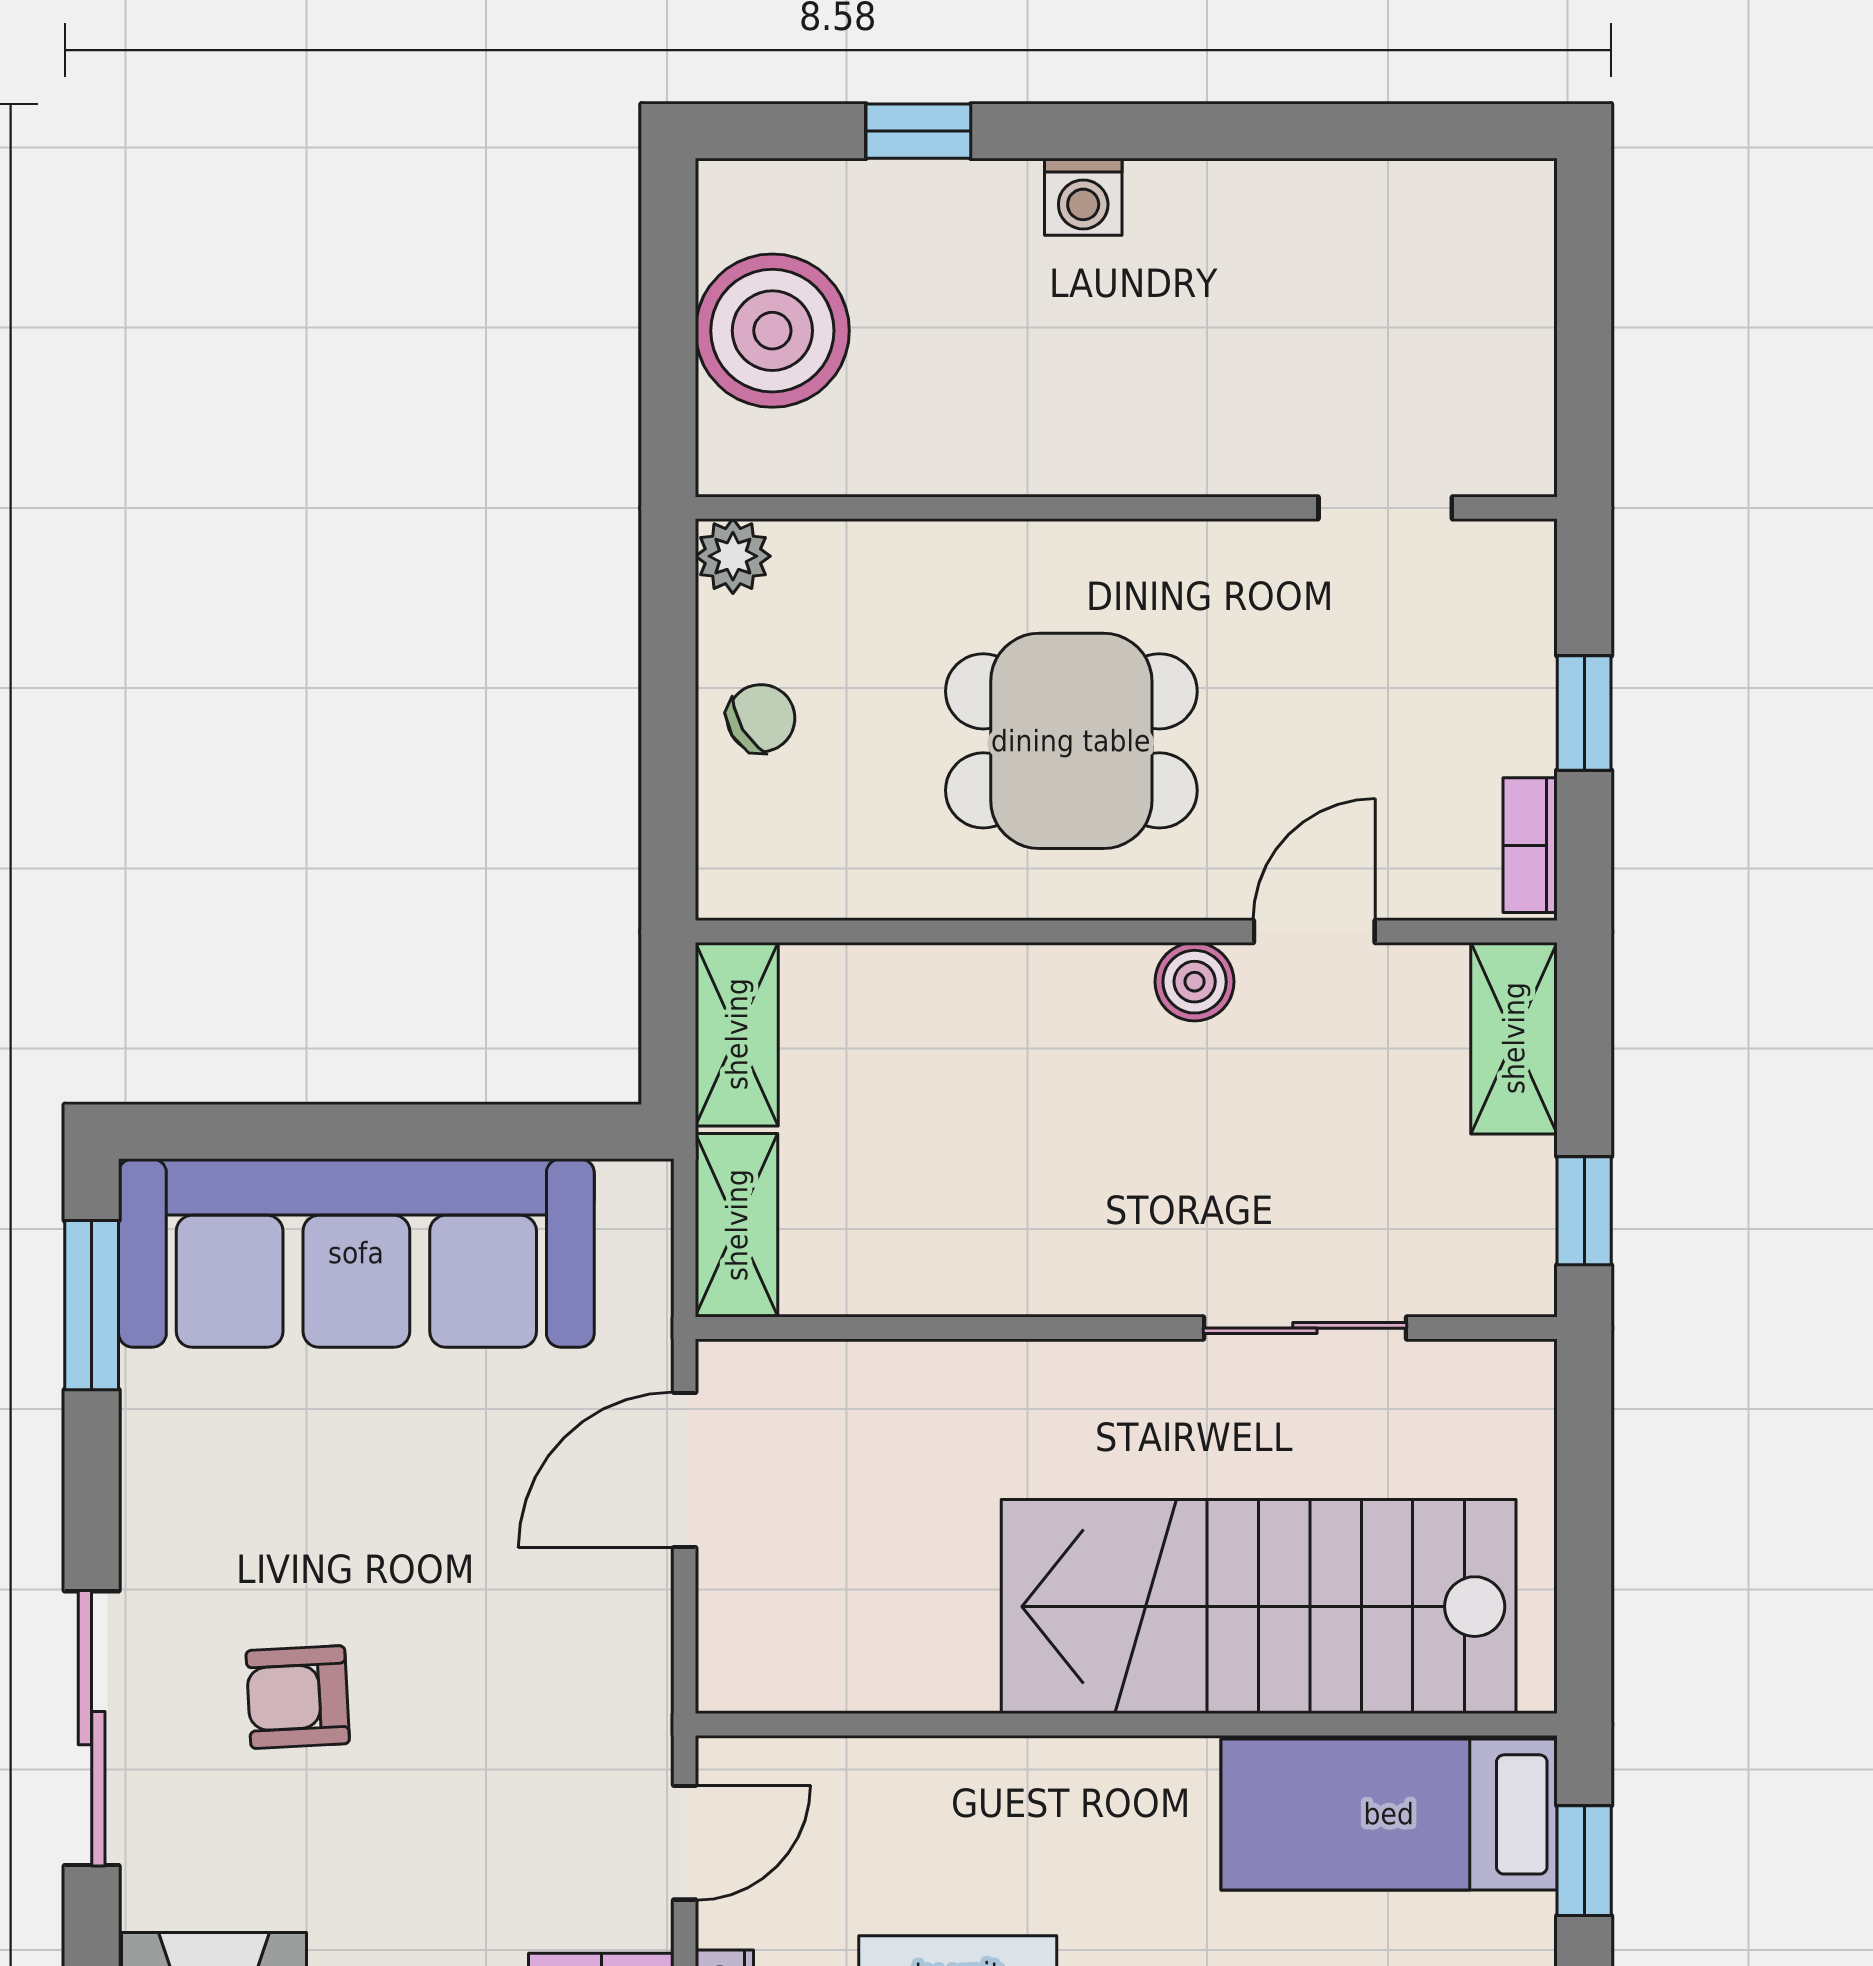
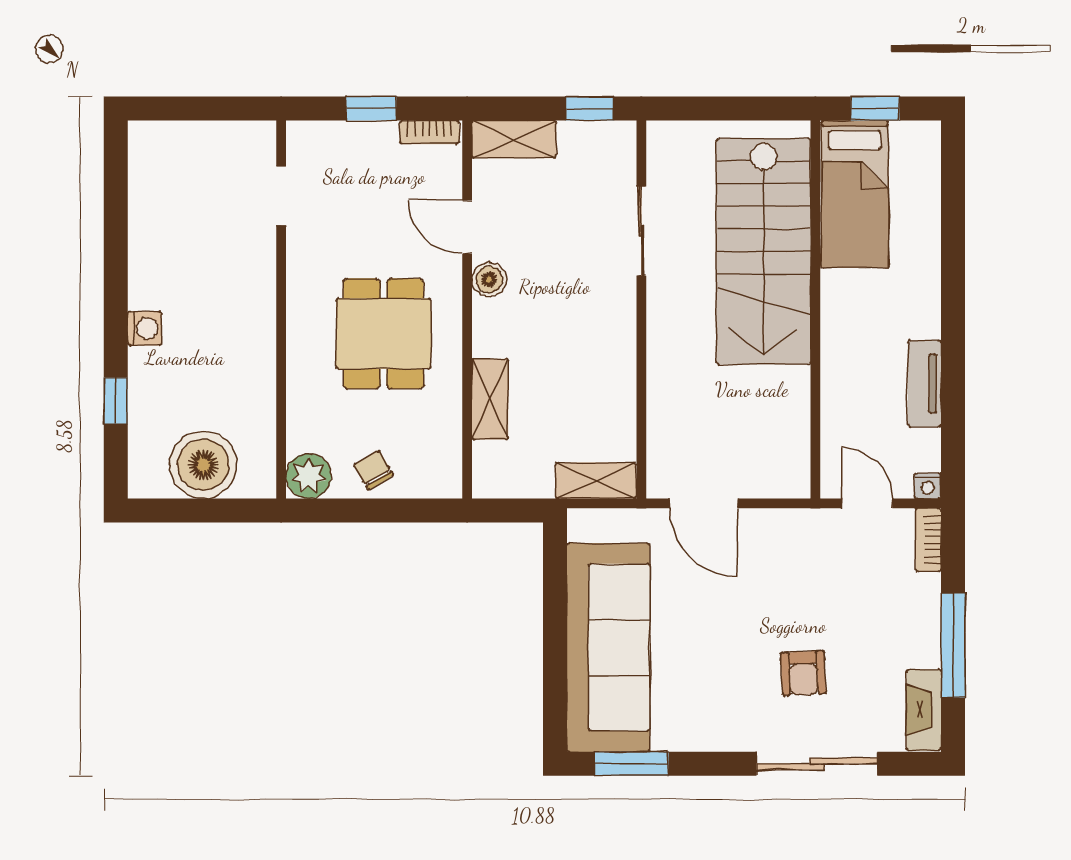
plant: (733, 556) -> (309, 476), width x1.38, depth x1.38
shelving: (737, 1034) -> (490, 399), moved, turned 90

